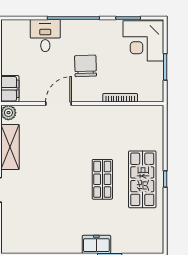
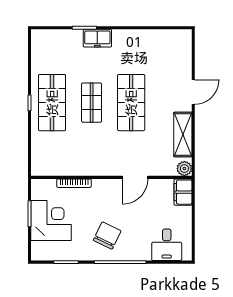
desk: (45, 36) -> (167, 245), moved
corner desk: (143, 41) -> (51, 220), moved
chair: (85, 66) -> (107, 236), moved, turned -152
shop shelf: (62, 179) -> (131, 103), added

